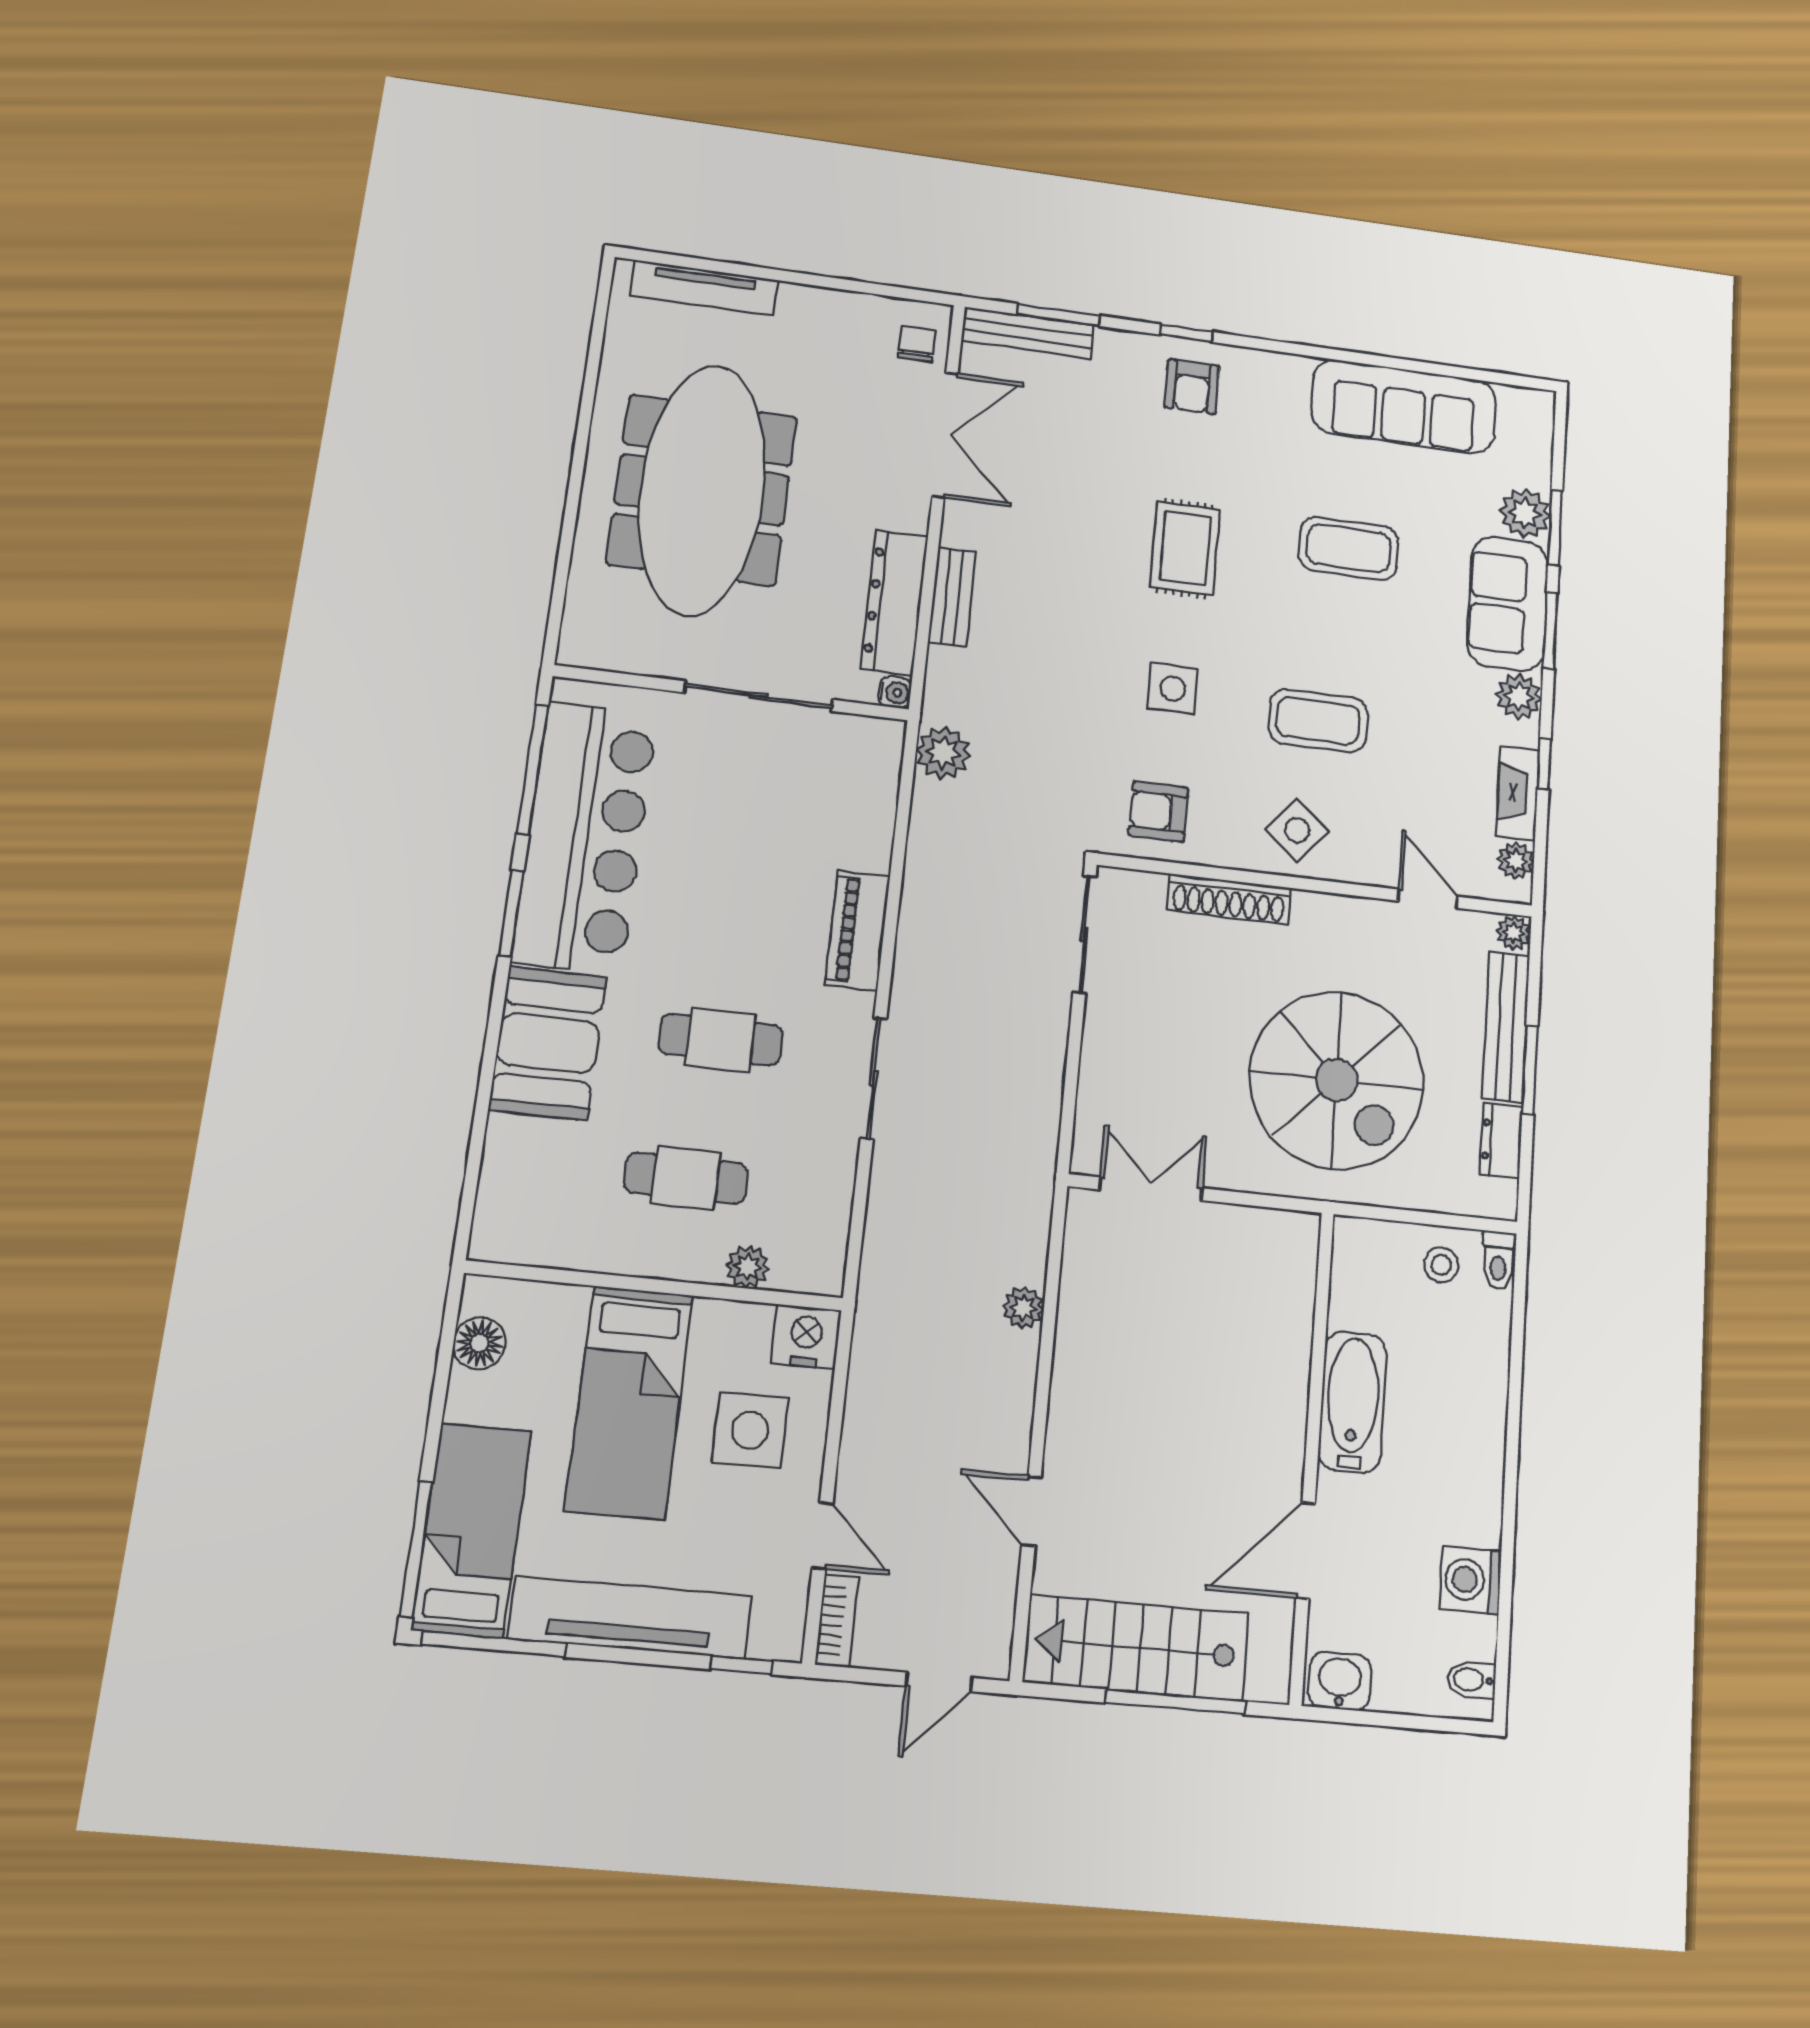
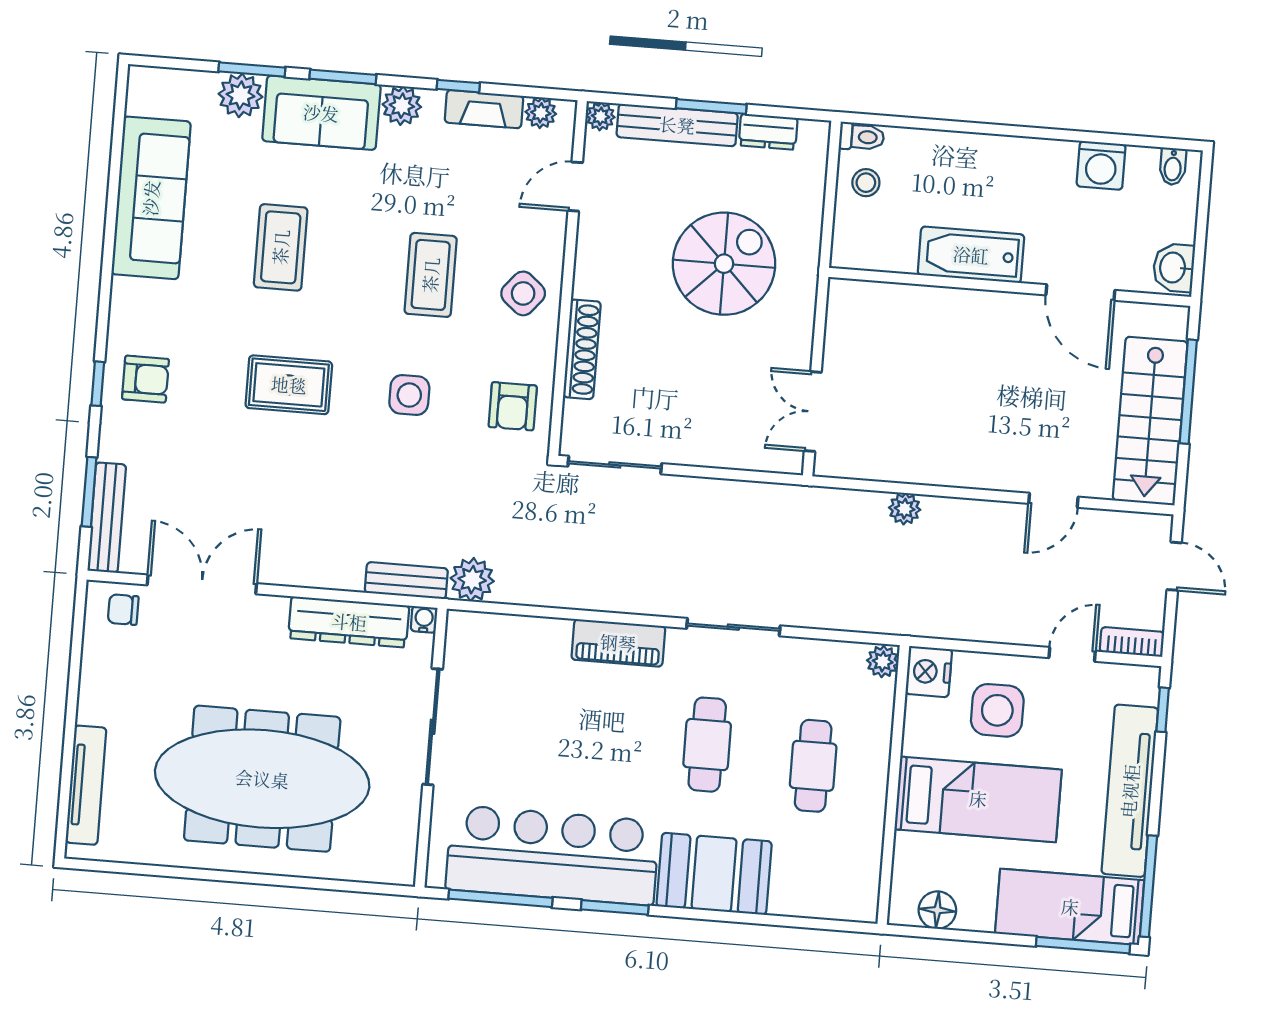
bench: (952, 597) -> (406, 581), moved
spiral stairs: (1337, 1080) -> (724, 264), width x0.73, depth x0.73
plant: (748, 1267) -> (883, 661), moved

